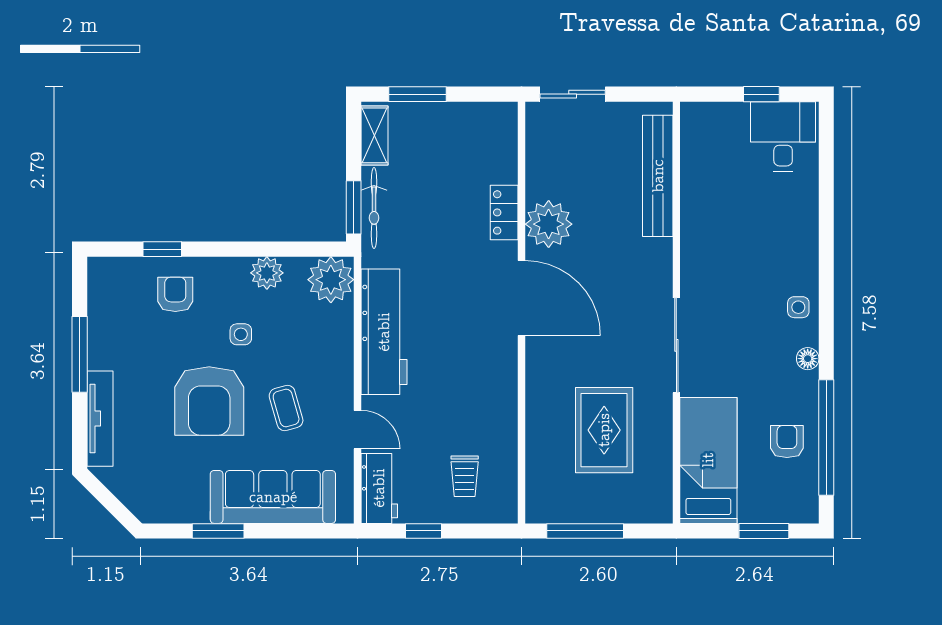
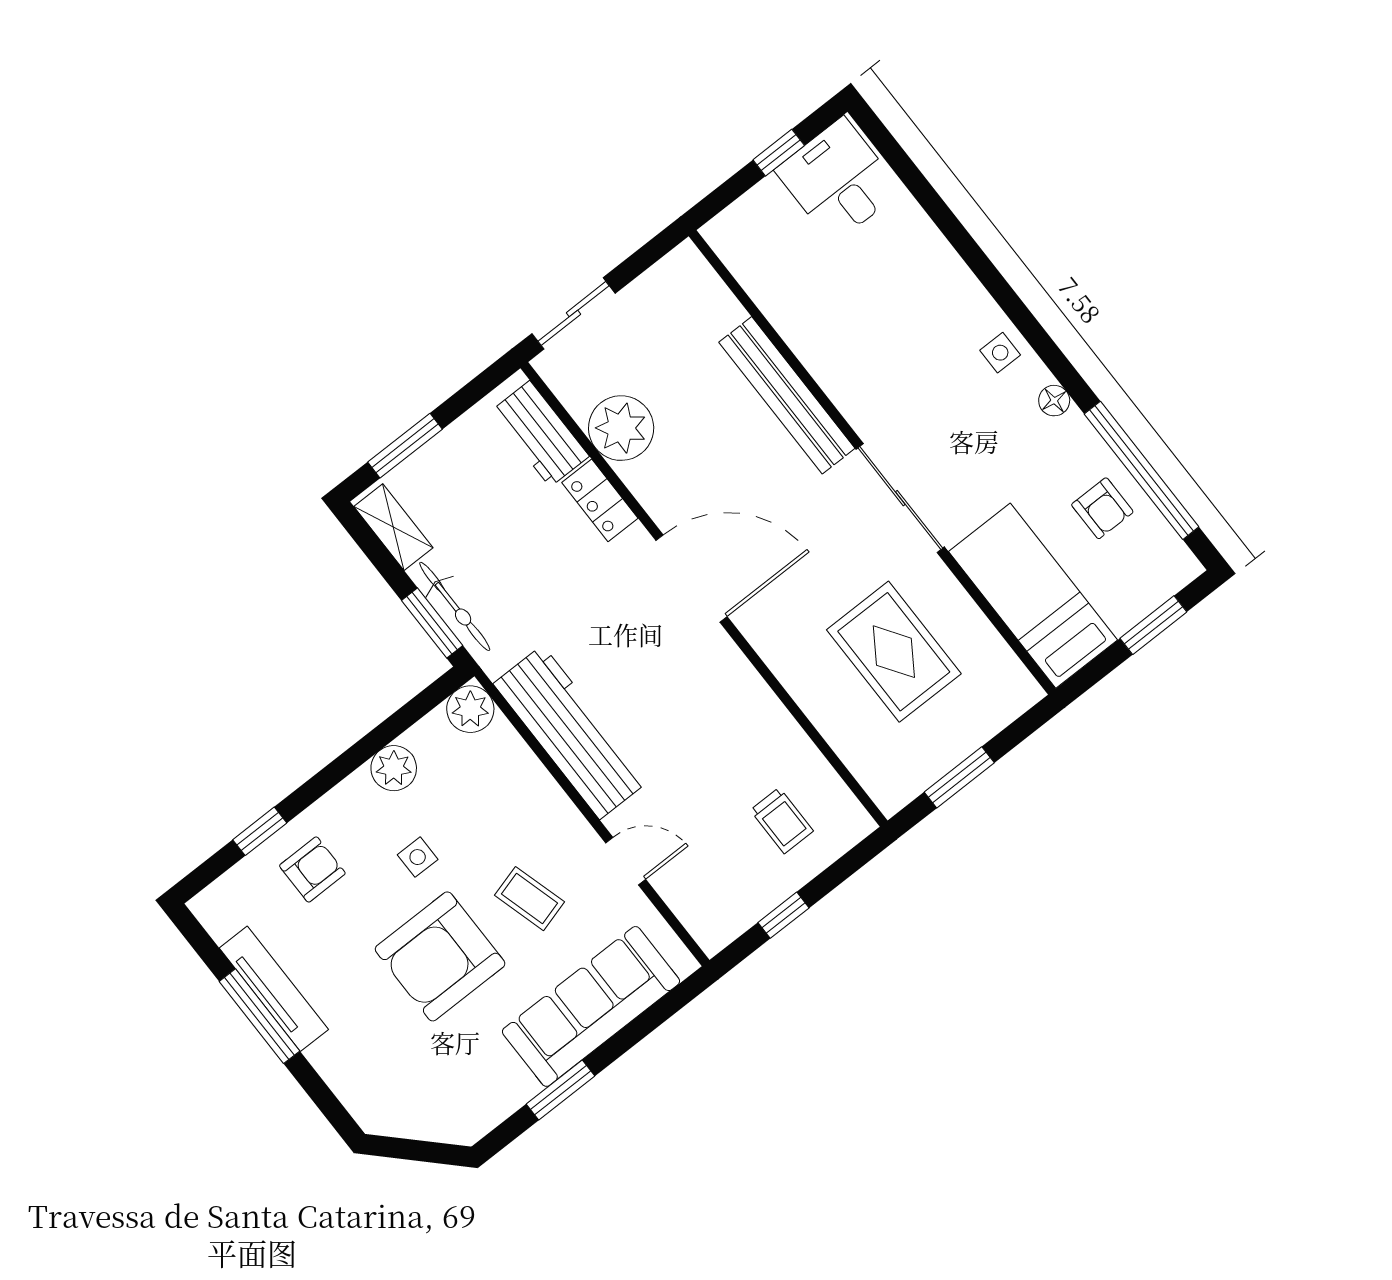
bench: (658, 176) -> (787, 395), moved
plant: (549, 224) -> (621, 428), moved
plant: (331, 280) -> (470, 709), width x0.73, depth x0.73
armchair: (175, 294) -> (312, 869), turned 90
armchair: (209, 401) -> (440, 956), turned 90
tv unit: (100, 419) -> (274, 989), moved
armchair: (787, 442) -> (1102, 508), turned 180
workbench: (379, 488) -> (540, 434), moved, turned 180
window: (585, 531) -> (959, 777), width x0.69

